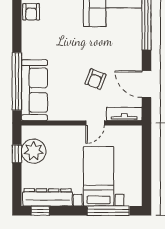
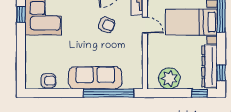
sofa: (34, 90) -> (95, 78), moved
window: (17, 154) -> (199, 93), moved

